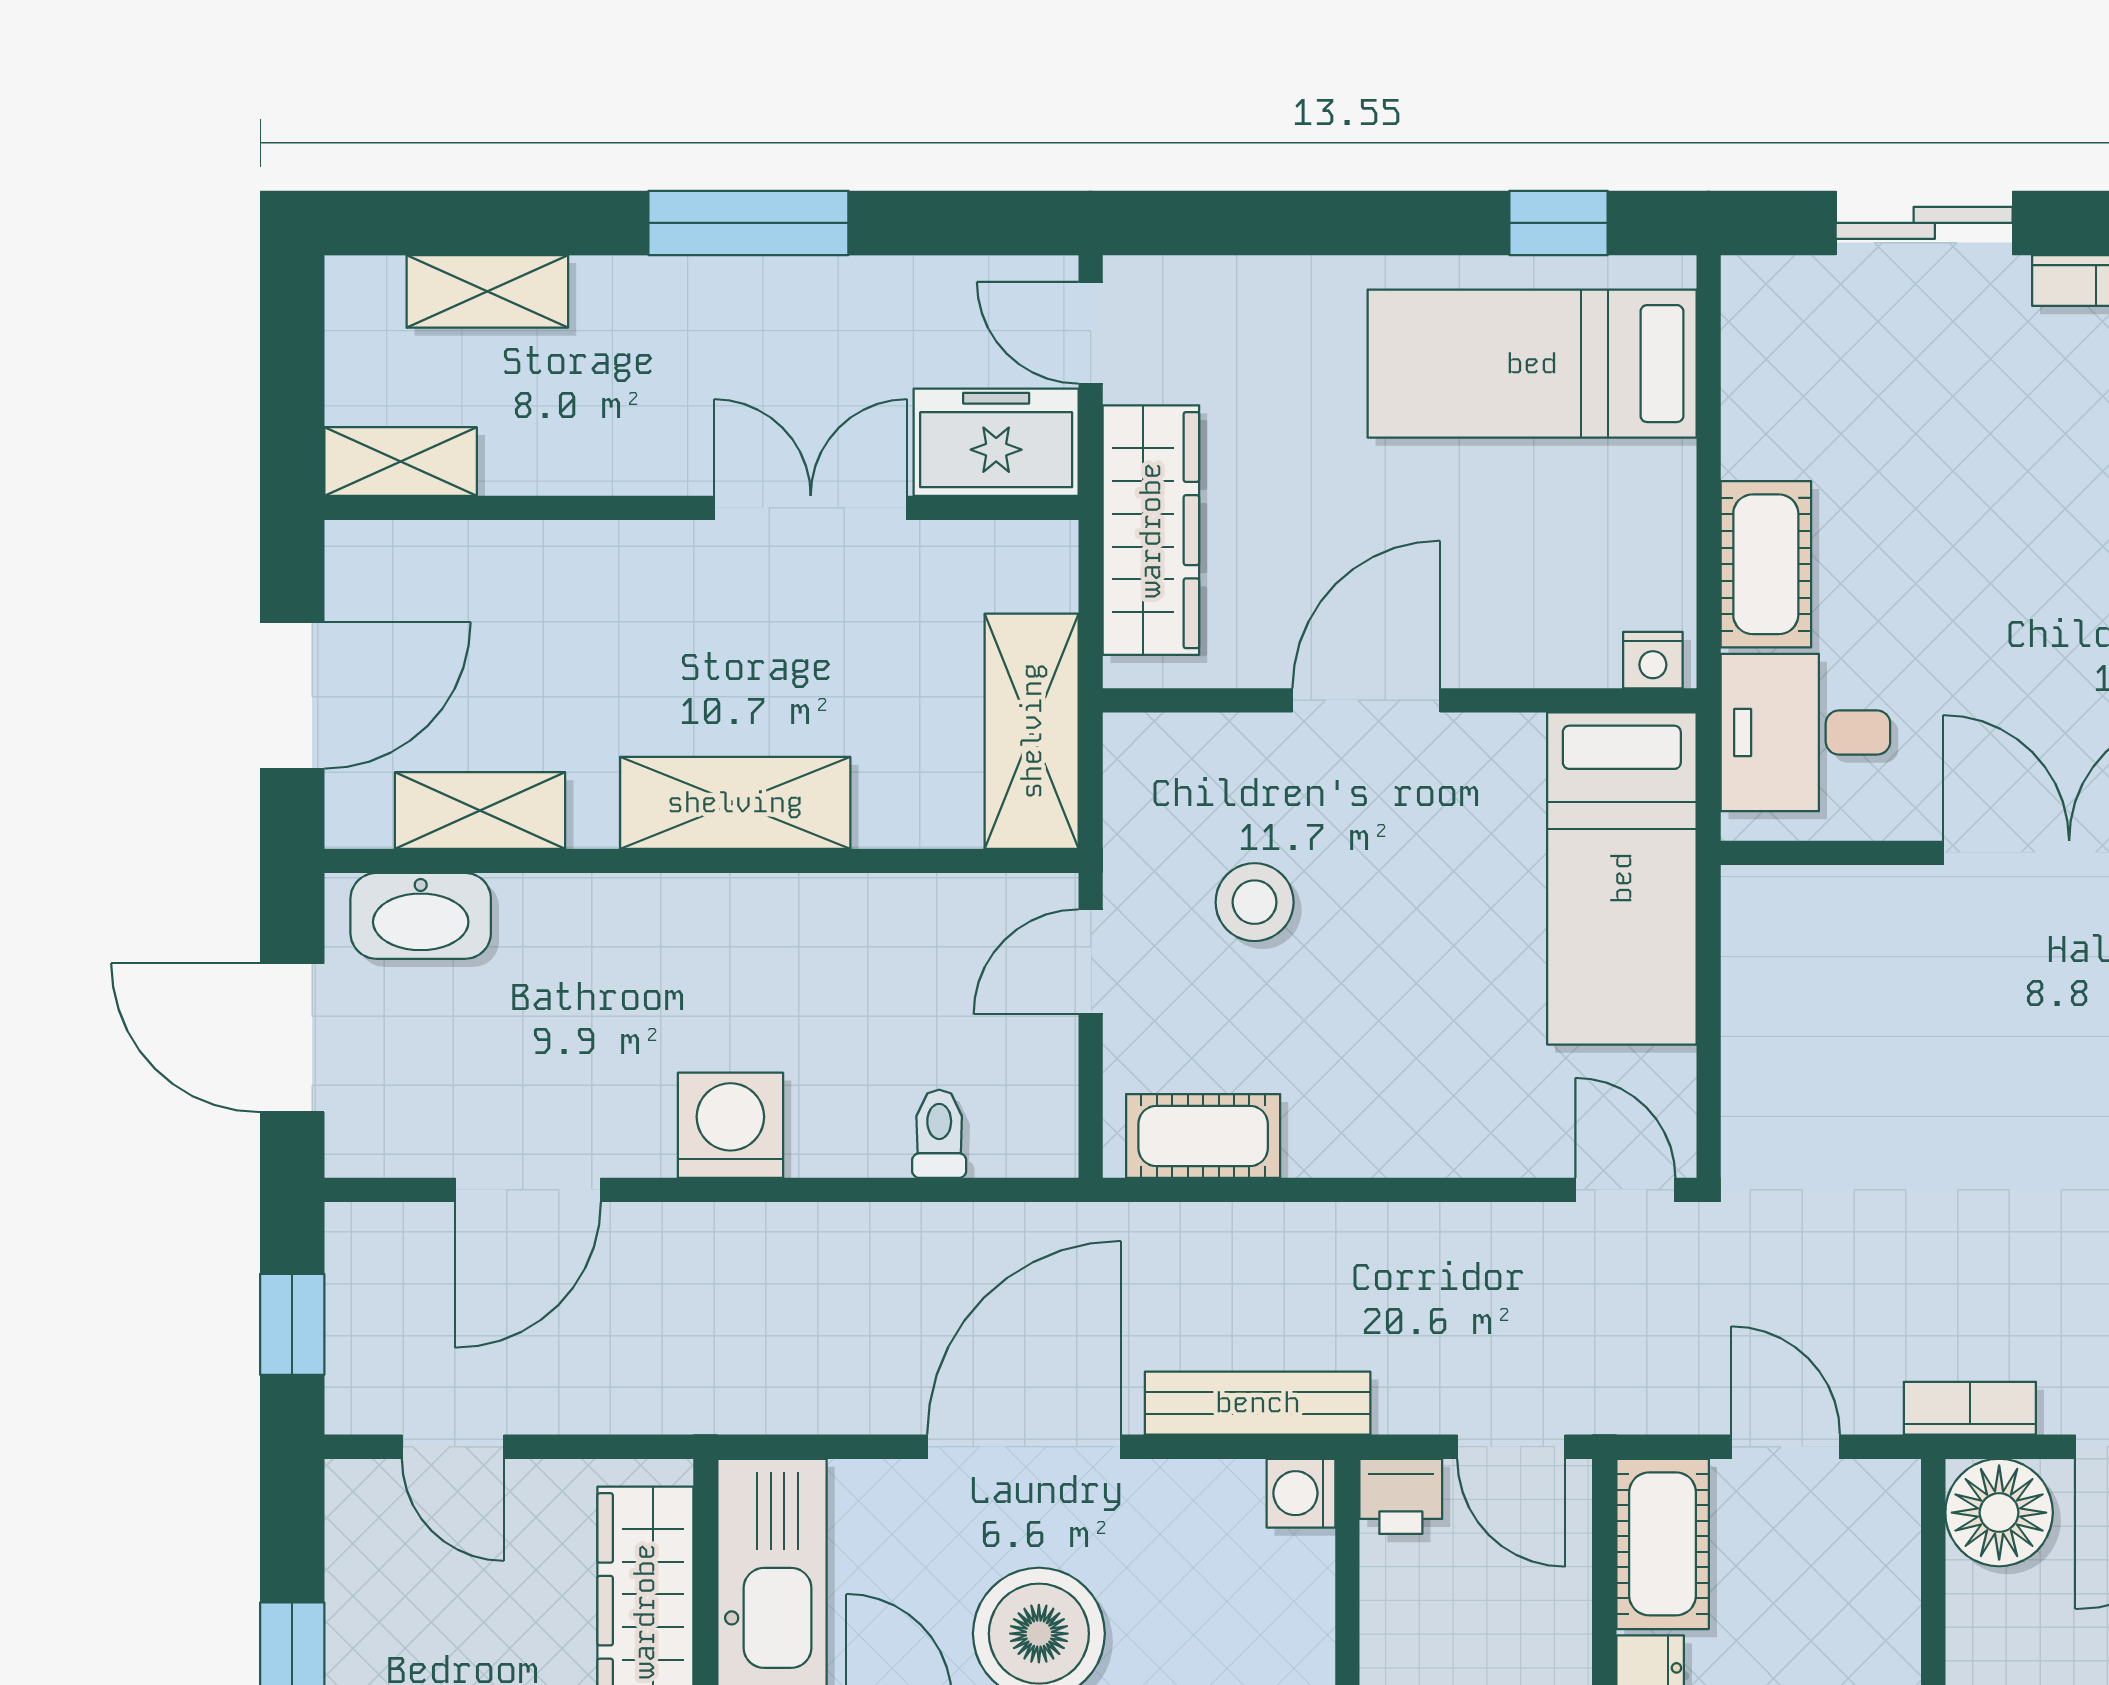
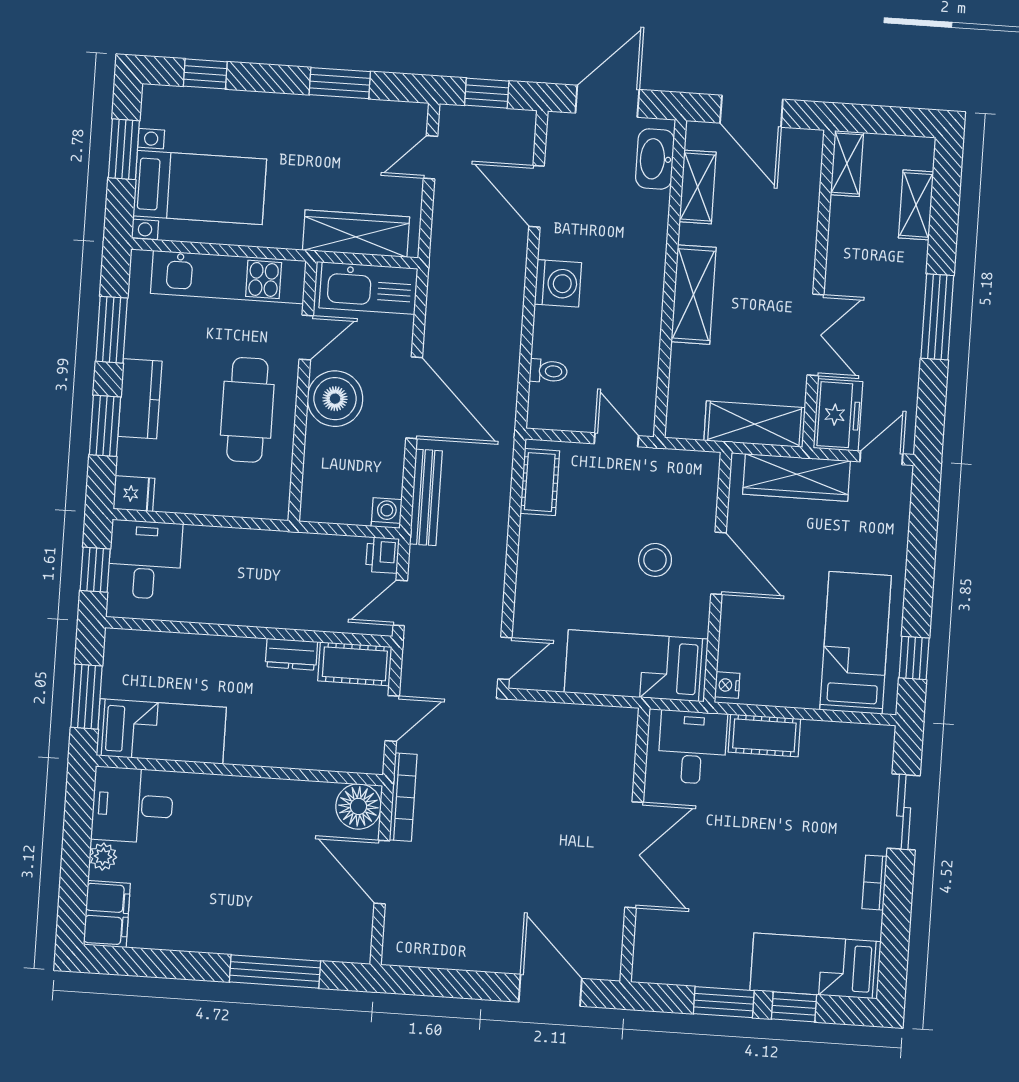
shelving: (1032, 731) -> (755, 424), moved
stool: (1255, 902) -> (655, 560), moved
bookcase: (1970, 1408) -> (403, 797), width x1.56

